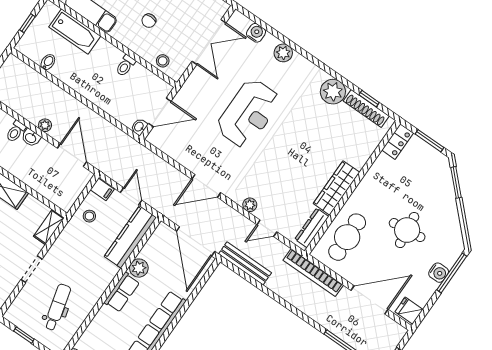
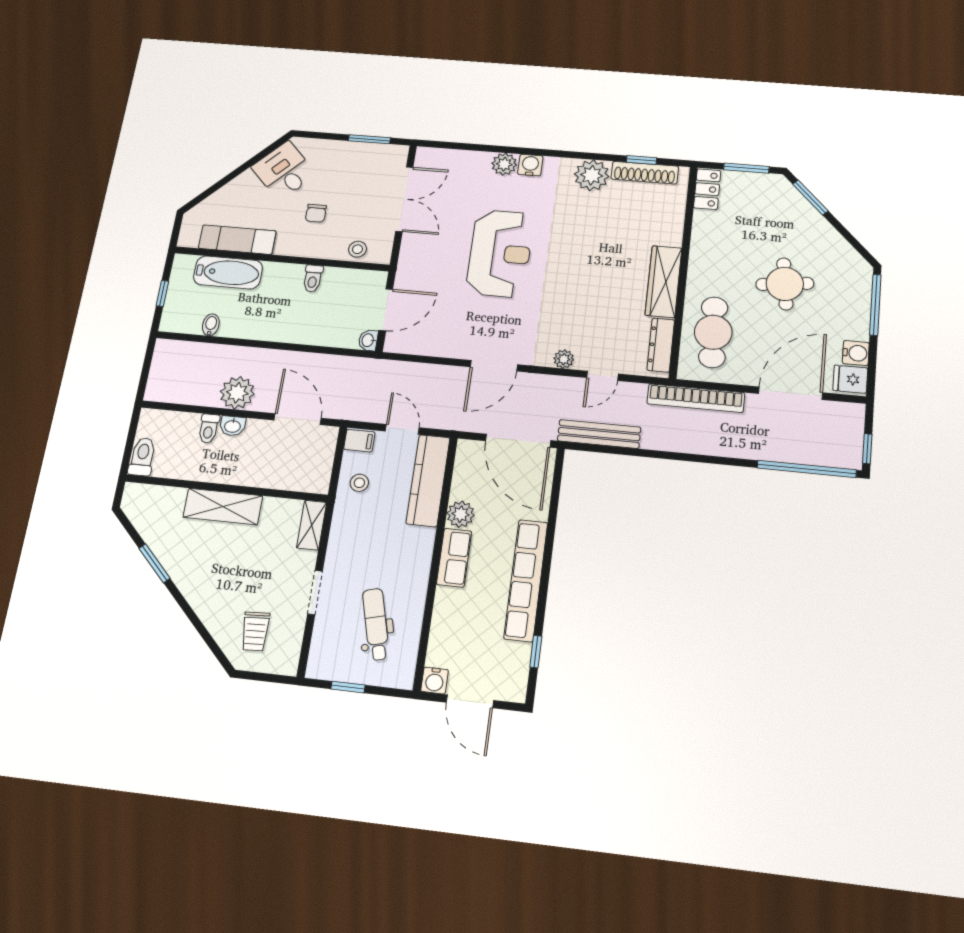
water cooler: (256, 33) -> (530, 165), moved
plant: (45, 125) -> (237, 393), width x1.87, depth x1.87
water cooler: (439, 273) -> (856, 353), moved

